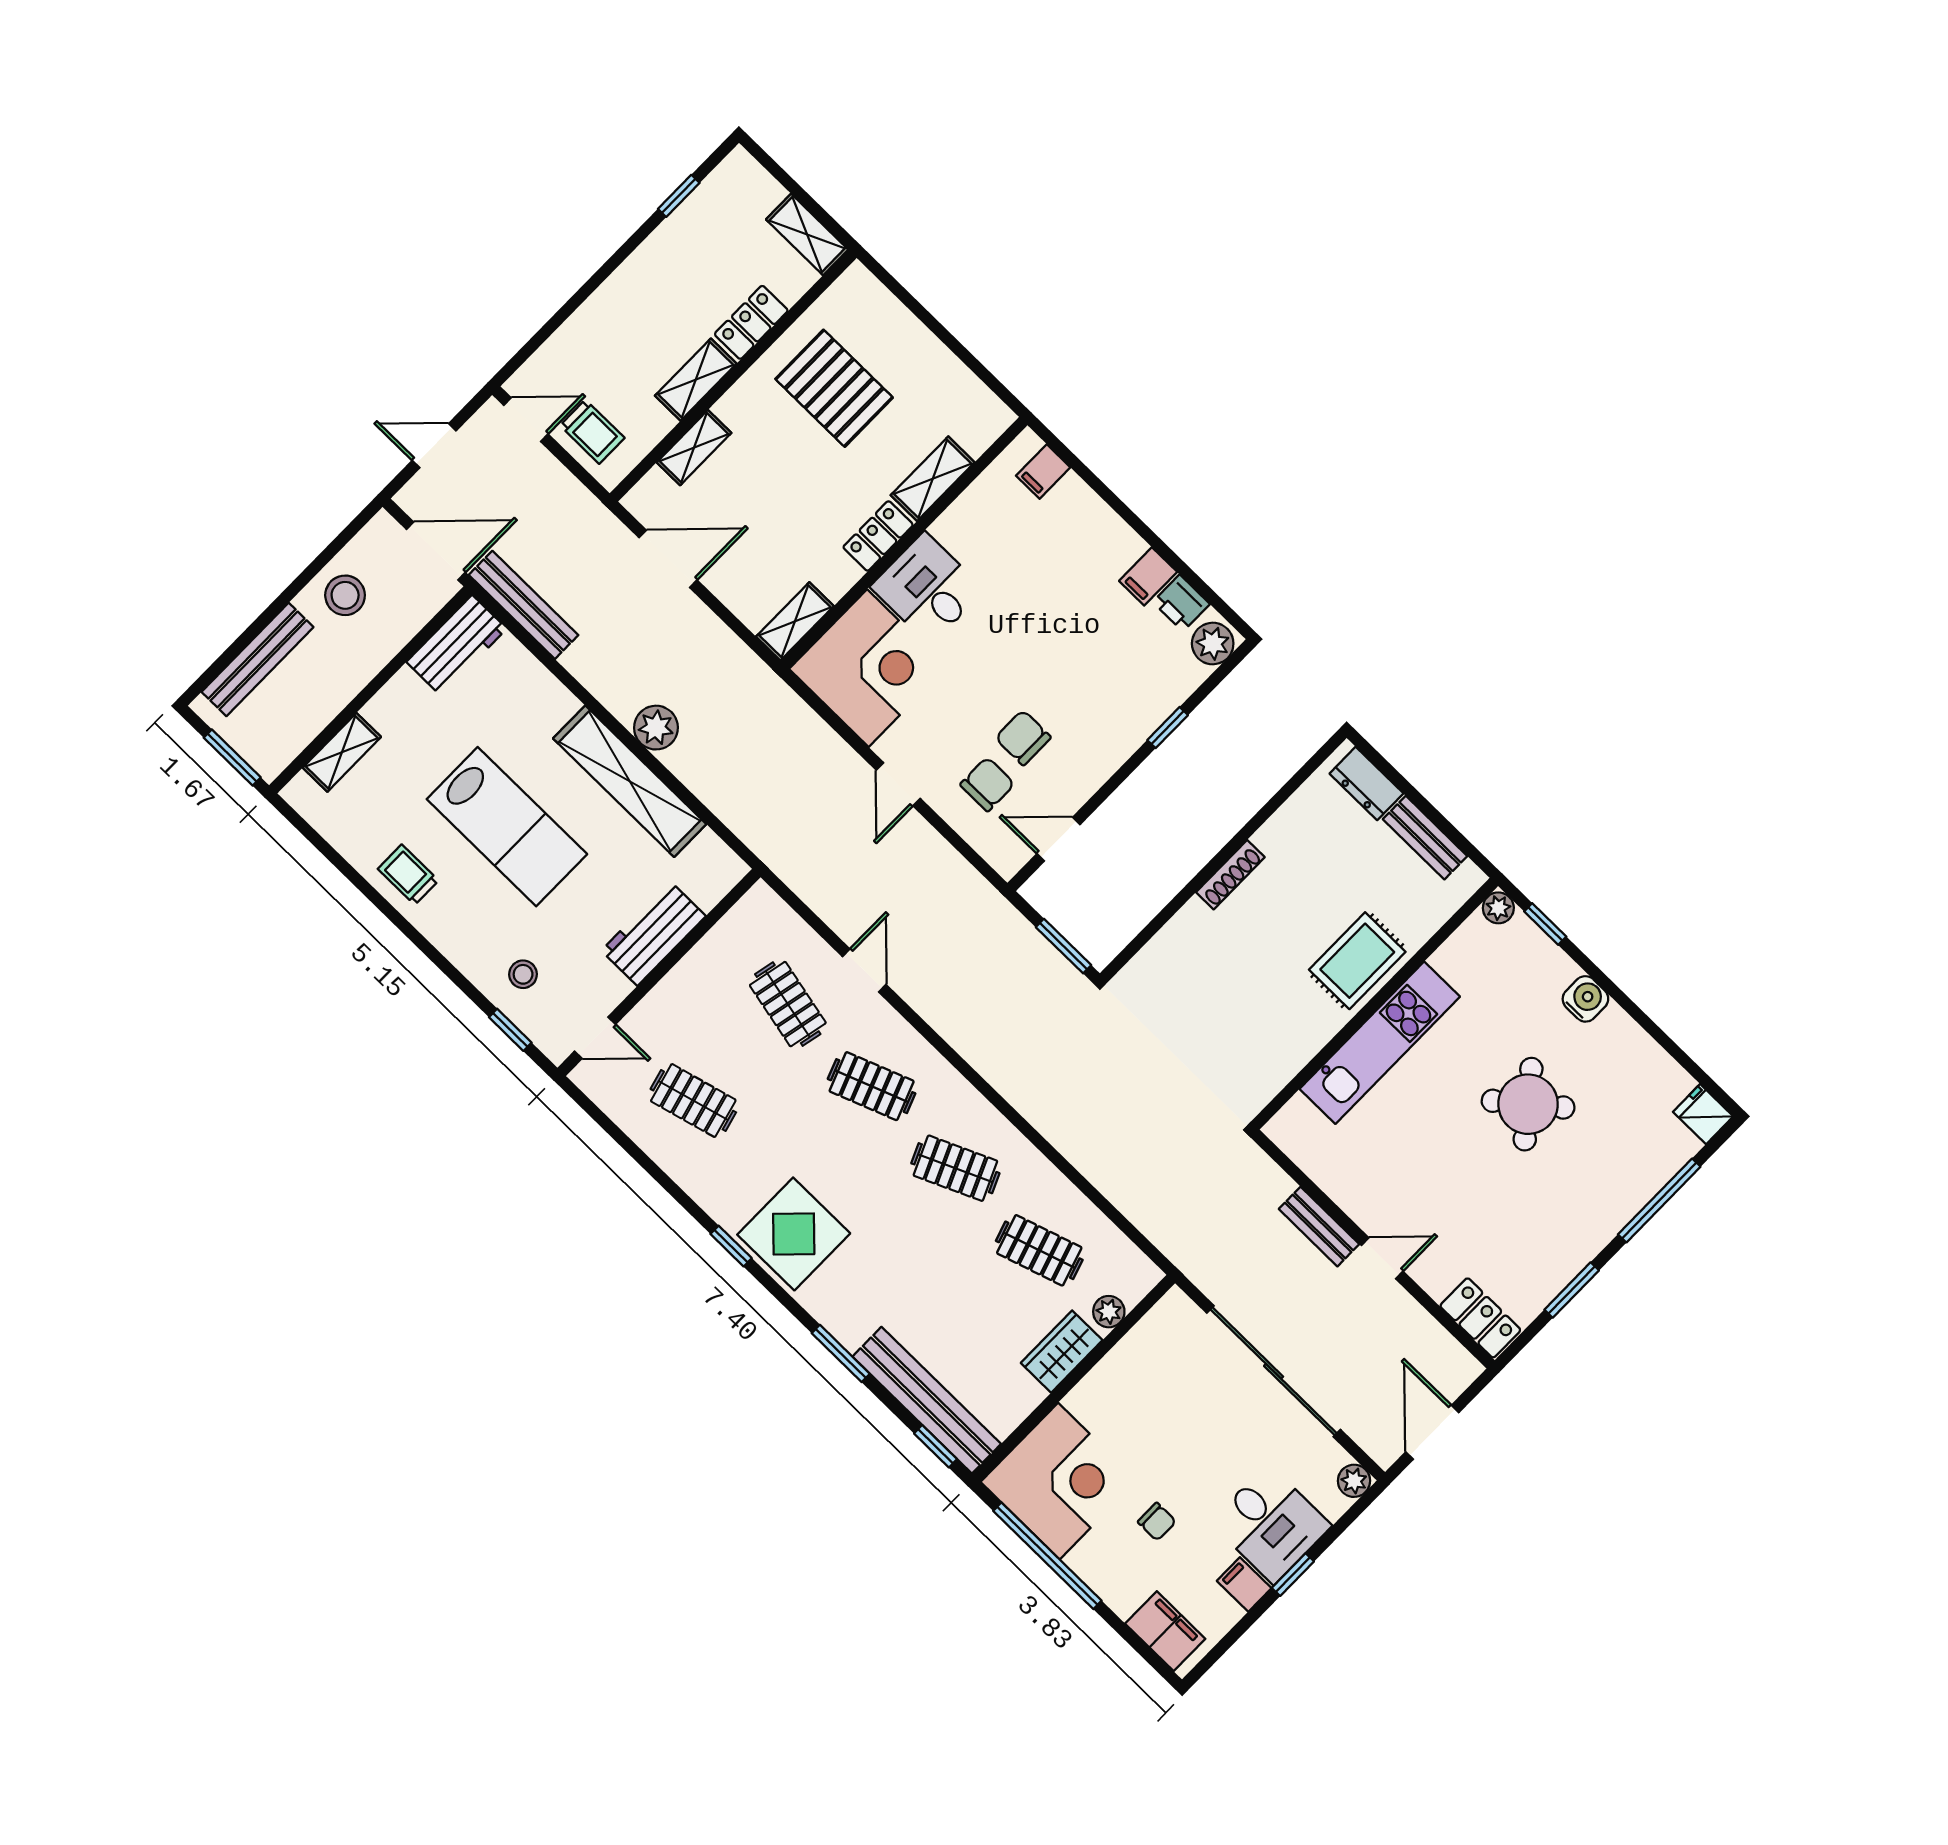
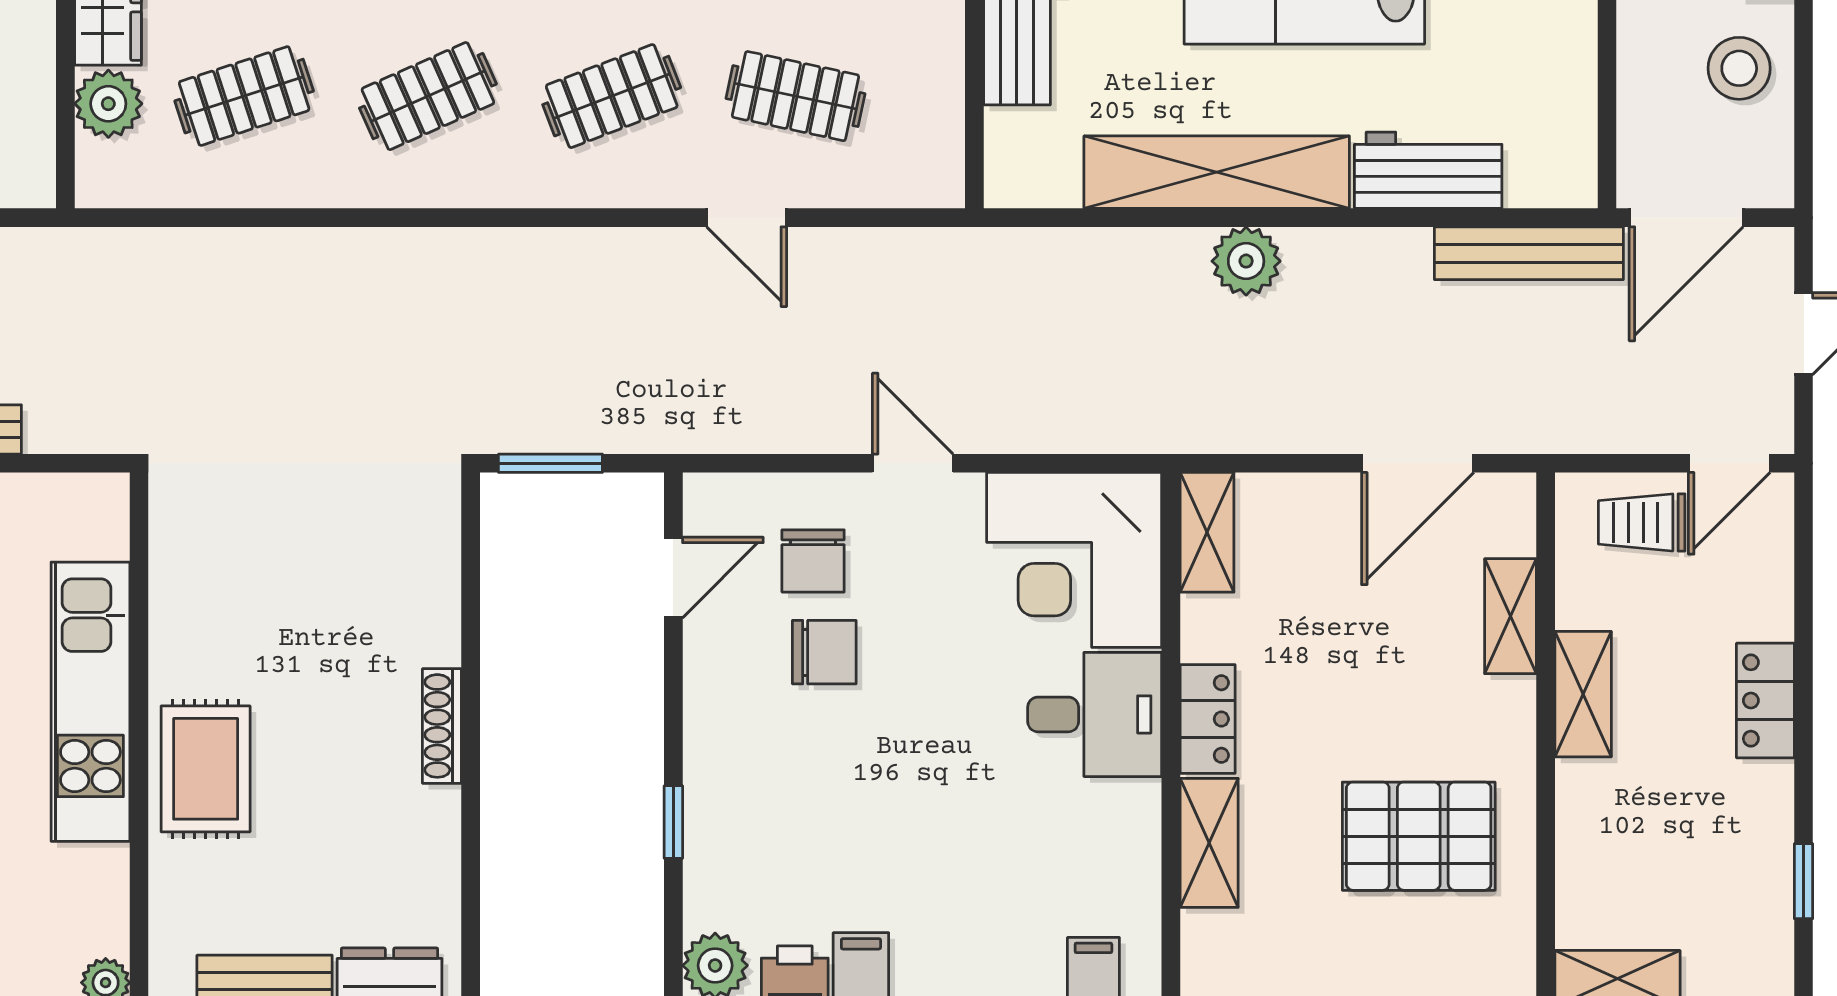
locker: (751, 322) -> (1765, 700), moved, turned 180
workbench: (456, 645) -> (1428, 170), moved, turned 90
plant: (1109, 1312) -> (108, 104), width x1.38, depth x1.38

